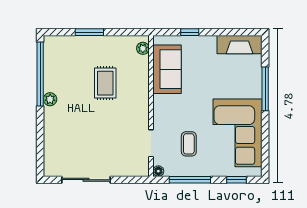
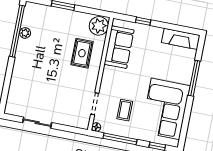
plant: (143, 48) -> (99, 26), width x1.88, depth x1.88
rug: (105, 83) -> (82, 53), moved
plant: (50, 99) -> (25, 33), moved
sliding door: (86, 180) -> (37, 123), width x0.73

